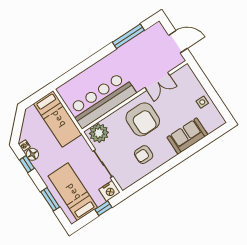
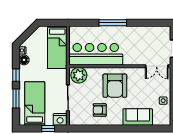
window: (128, 36) -> (113, 23), moved
double door: (157, 81) -> (157, 66), moved
window: (27, 164) -> (16, 75), moved

